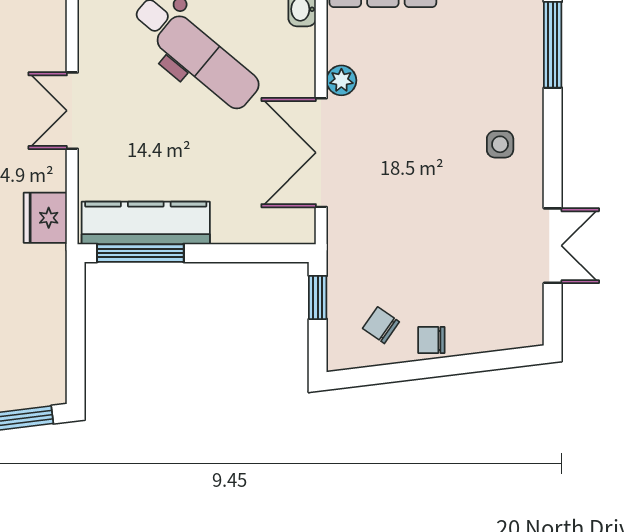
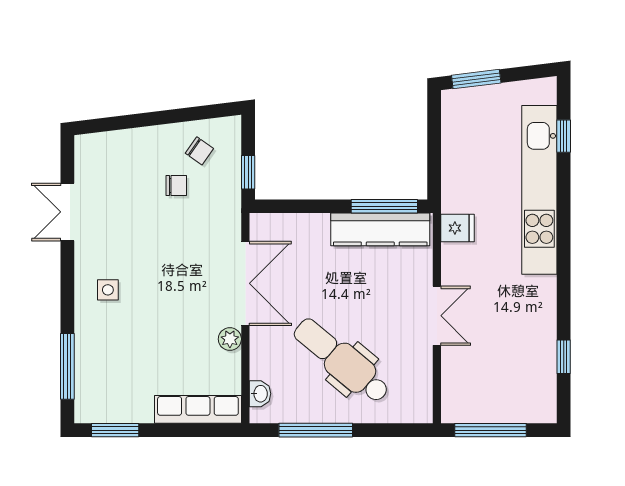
fridge: (45, 218) -> (457, 228), width x0.72
chair: (431, 340) -> (176, 186), moved

